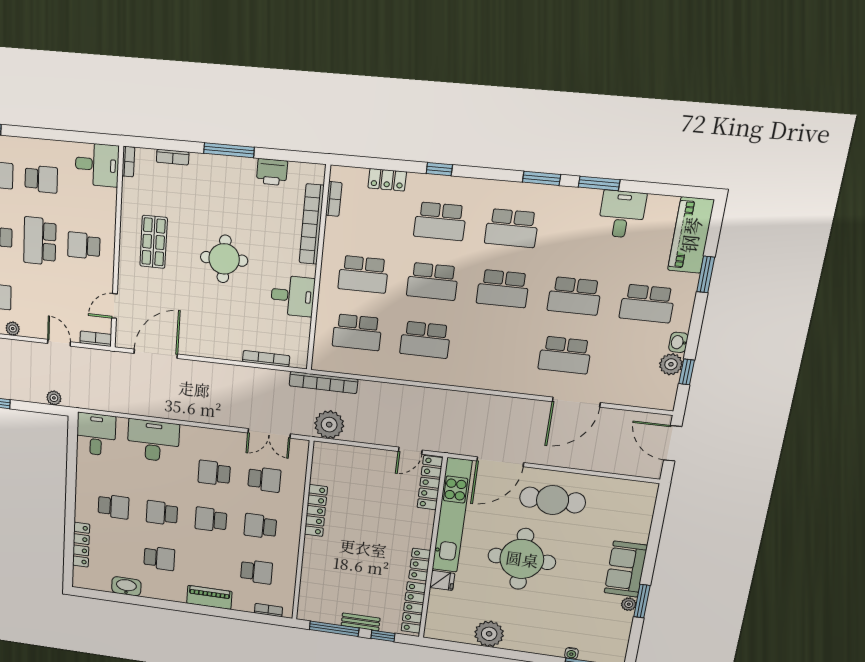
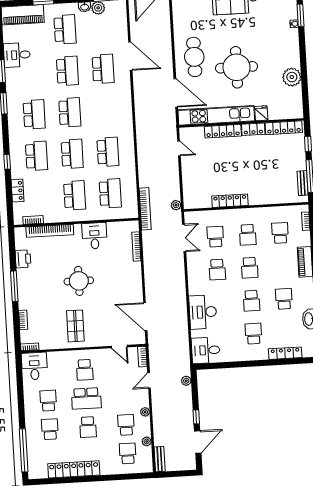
shop shelf: (154, 242) -> (75, 326), turned 90
plant: (329, 425) -> (176, 205), width x0.53, depth x0.53
locker: (430, 483) -> (223, 131), moved
bench: (361, 622) -> (303, 183), moved

